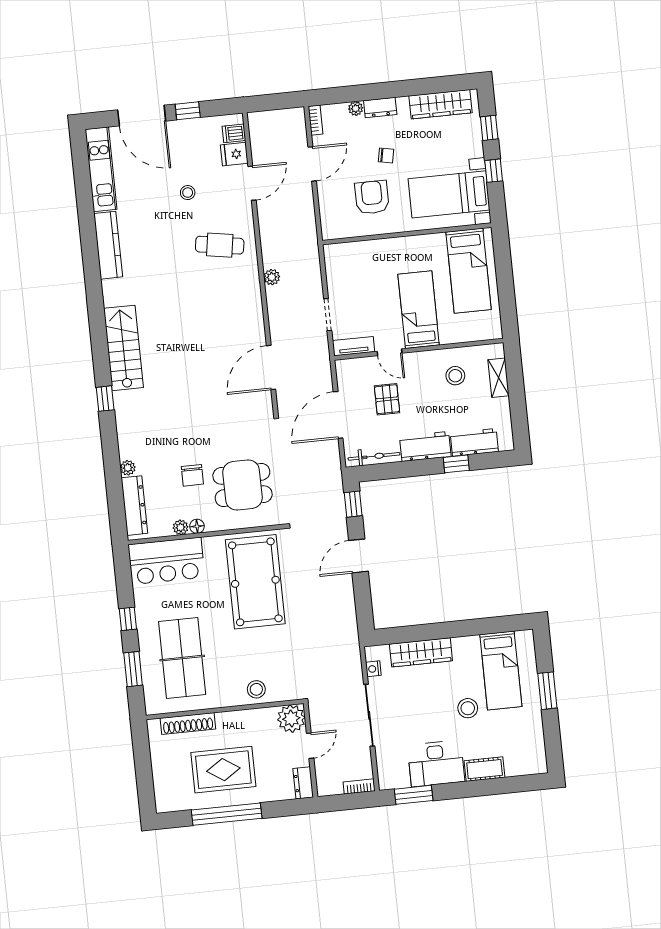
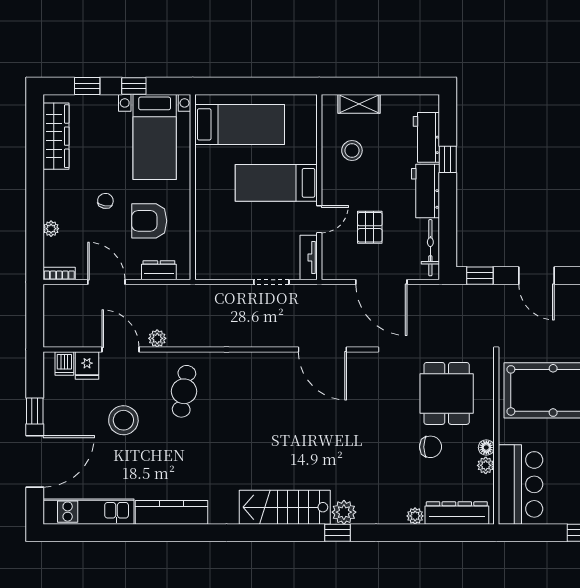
dresser: (380, 108) -> (159, 270), moved, turned -90
stool: (188, 193) -> (123, 420), width x1.89, depth x1.89
plant: (272, 277) -> (157, 338), moved
pallet: (387, 399) -> (370, 227), turned 90
plant: (124, 402) -> (344, 512), added

